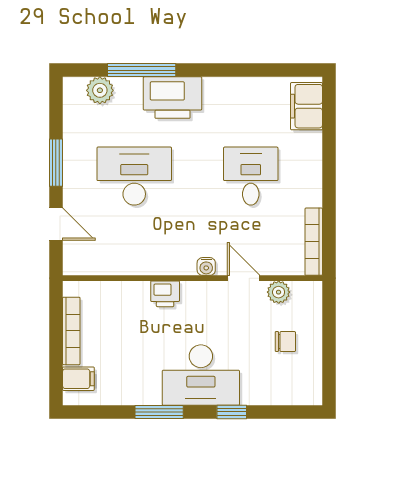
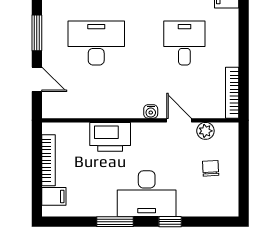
printer: (165, 294) -> (110, 137), width x1.87, depth x1.48
chair: (285, 342) -> (211, 168), turned -93

